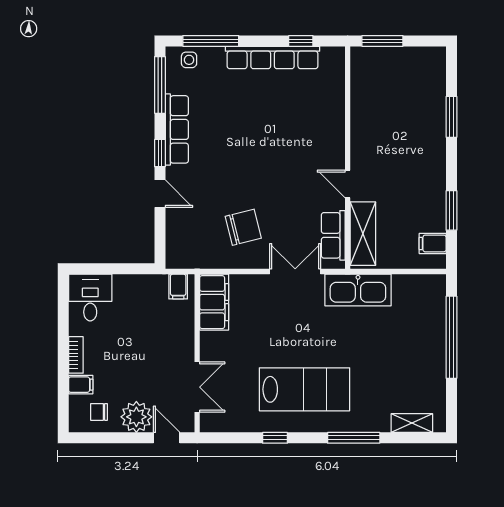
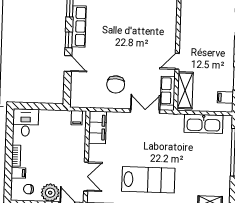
door: (348, 184) -> (177, 61), hinge flipped
chair: (243, 227) -> (116, 84), turned 107
kitchen sink: (358, 290) -> (203, 124), moved

